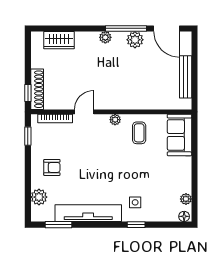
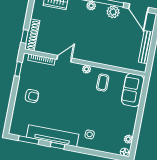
plant: (39, 197) -> (18, 116), removed
window: (136, 225) -> (57, 146), moved

